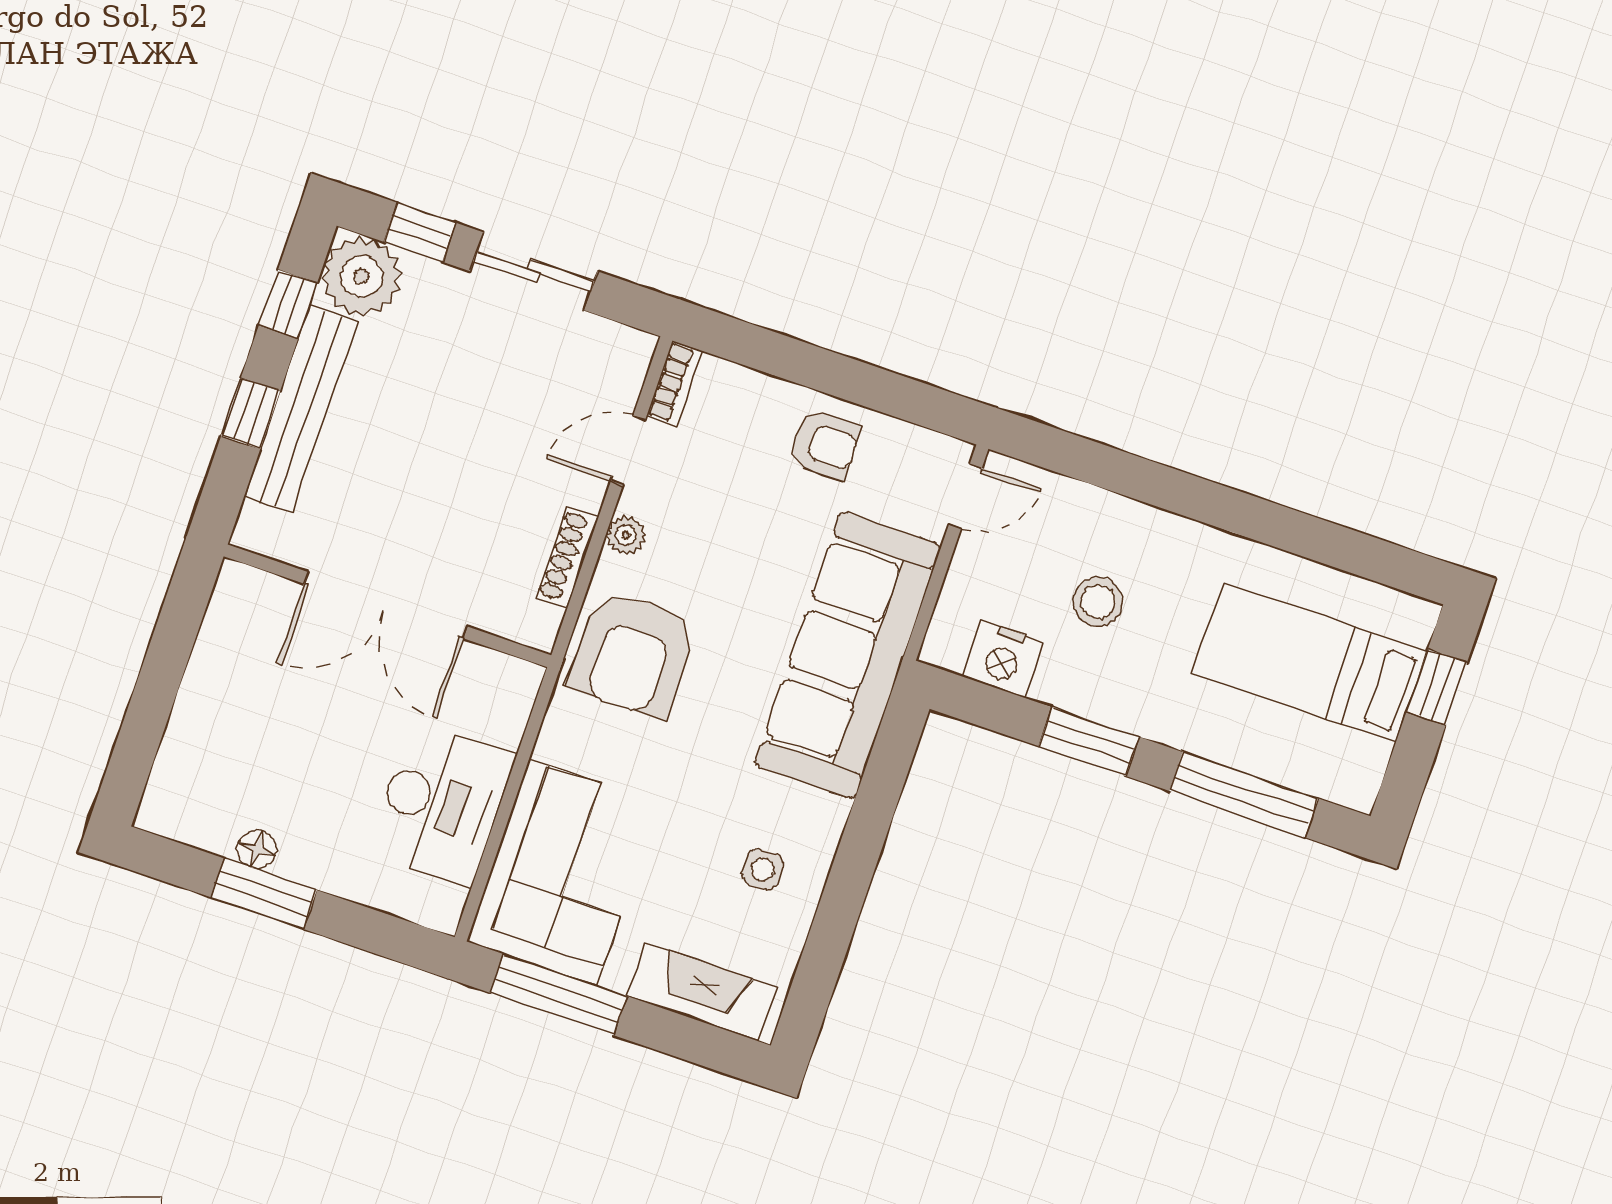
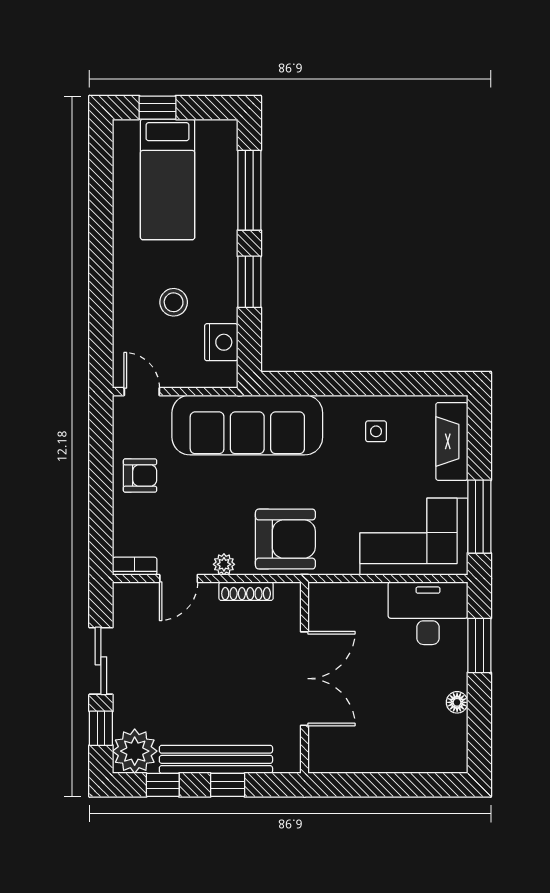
armchair: (824, 445) -> (140, 476), turned 90
door: (628, 450) -> (179, 579), hinge flipped
desk: (441, 804) -> (428, 613), moved
window: (264, 894) -> (479, 645), moved

